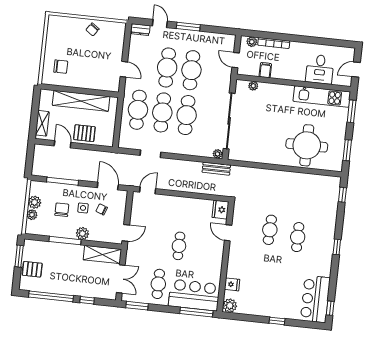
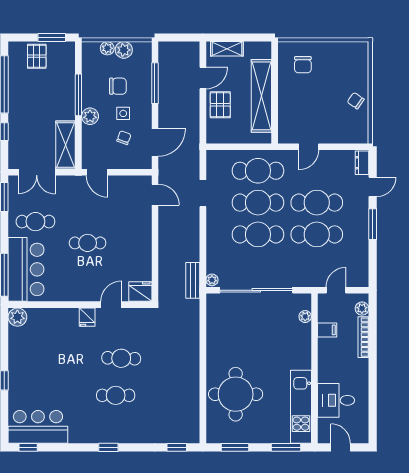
fridge: (232, 284) -> (87, 317), moved

